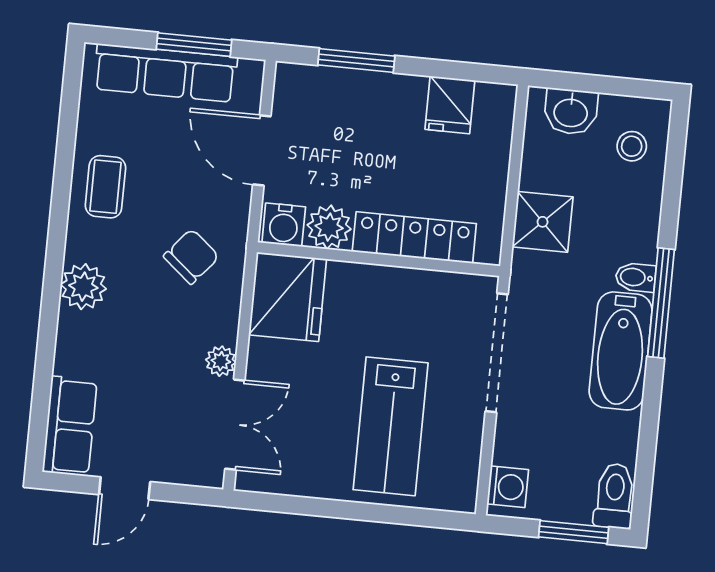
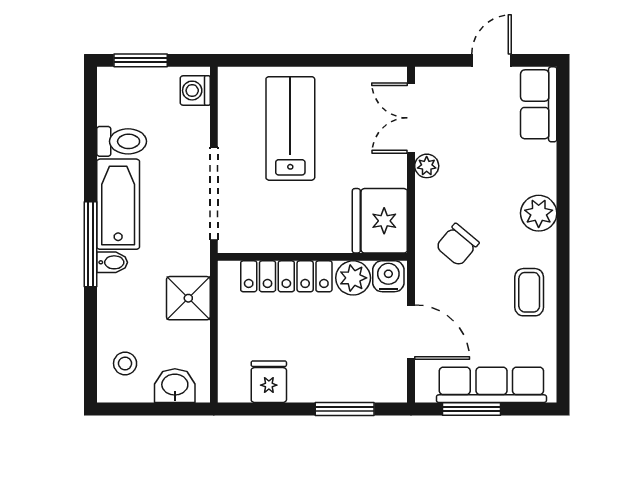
toilet: (614, 496) -> (122, 141), moved, turned -90

